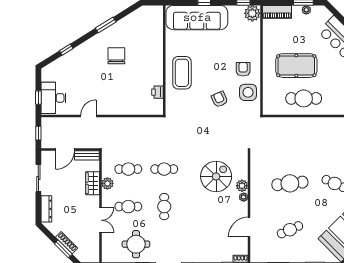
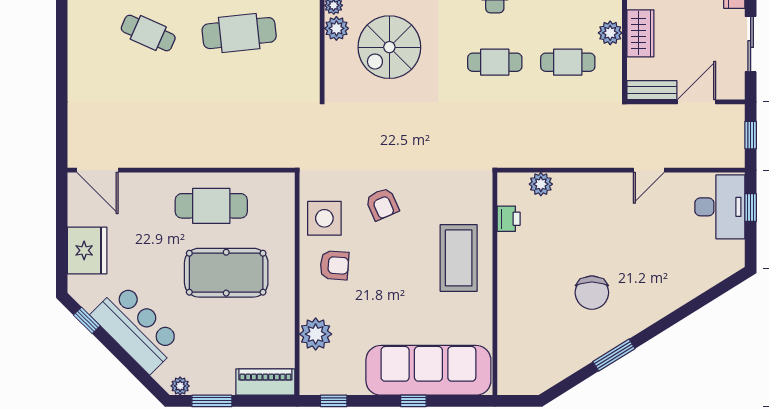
plant: (306, 10) -> (180, 386), moved
plant: (252, 13) -> (316, 334), moved
window: (66, 50) -> (694, 305), removed
armchair: (243, 69) -> (334, 265), turned -86
plant: (142, 109) -> (541, 184), added

